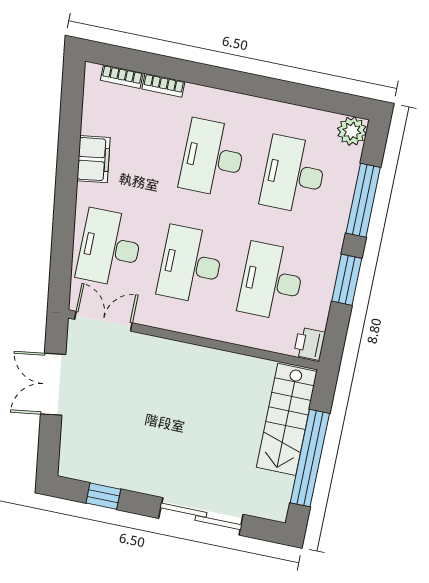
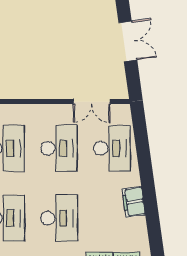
double door: (103, 321) -> (92, 102), moved
double door: (53, 384) -> (128, 41), moved

